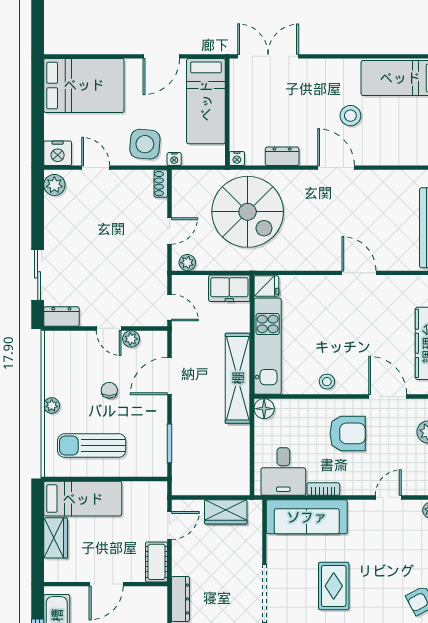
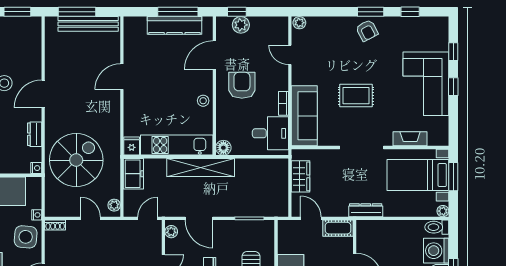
plant: (131, 339) -> (171, 232), moved

